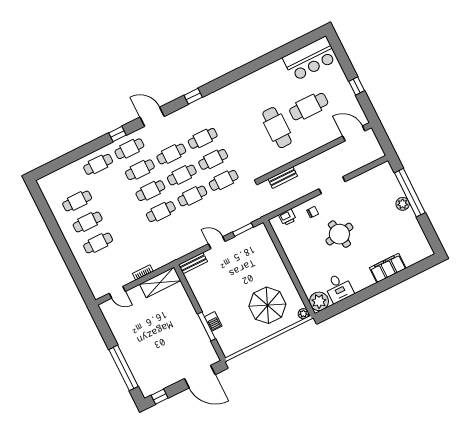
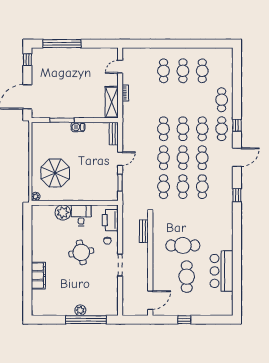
bar counter: (310, 59) -> (222, 271), moved
printer: (287, 217) -> (110, 220), width x1.87, depth x1.48
desk: (339, 288) -> (81, 215), moved, turned 90
plant: (319, 301) -> (63, 213), moved
barbecue: (213, 321) -> (78, 127), moved

